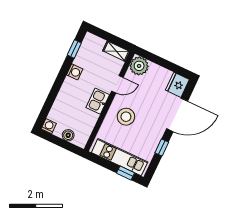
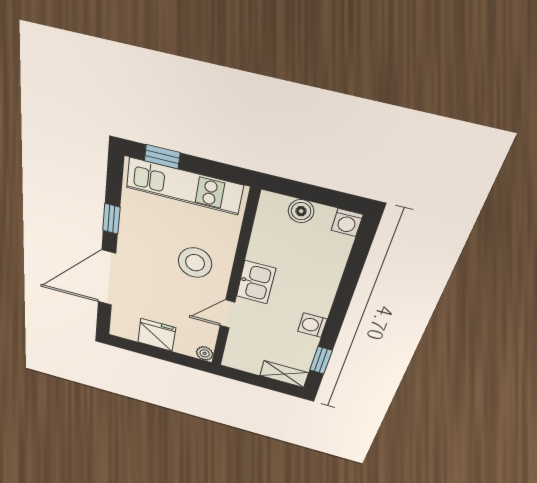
shelving: (116, 51) -> (284, 374), moved
plant: (139, 66) -> (205, 353), width x0.53, depth x0.53
fridge: (177, 85) -> (157, 335), moved, turned -90

